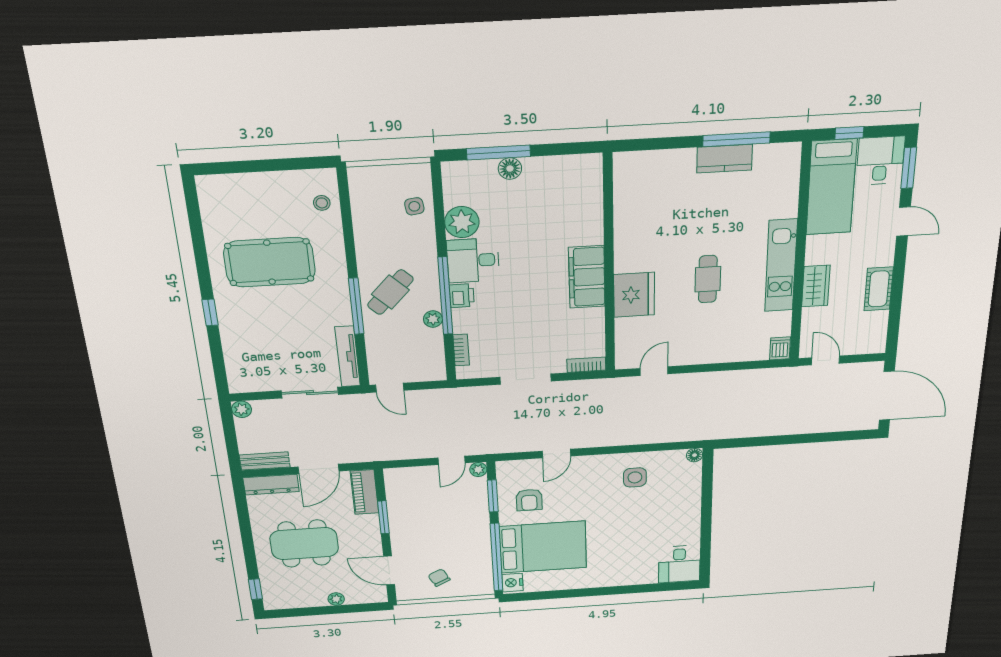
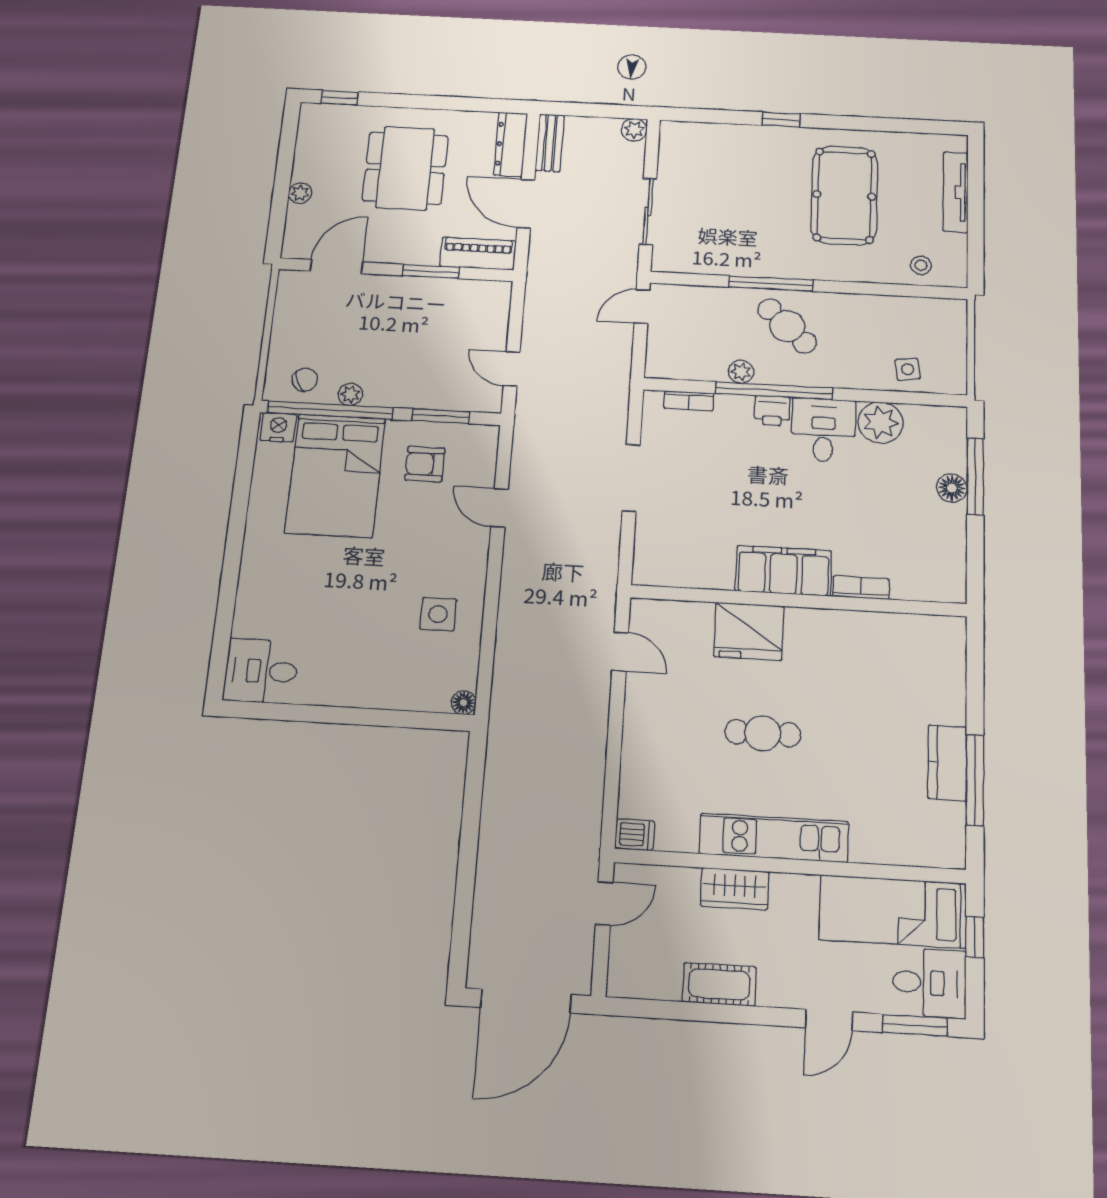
tv unit: (348, 356) -> (956, 192), moved, turned -90
bookcase: (586, 365) -> (861, 588), moved, turned -90
plant: (478, 469) -> (350, 394), moved
chair: (439, 578) -> (305, 380), moved

